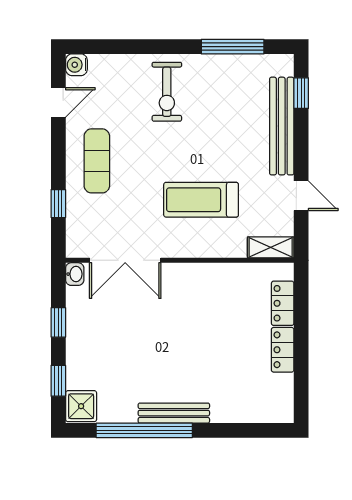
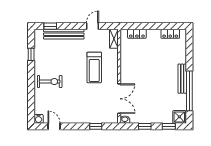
window: (233, 47) -> (31, 54), width x0.46
exercise mat: (97, 161) -> (78, 110), removed
locker: (283, 350) -> (170, 34), moved

